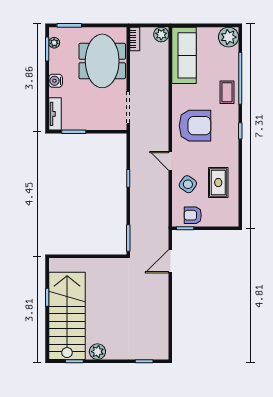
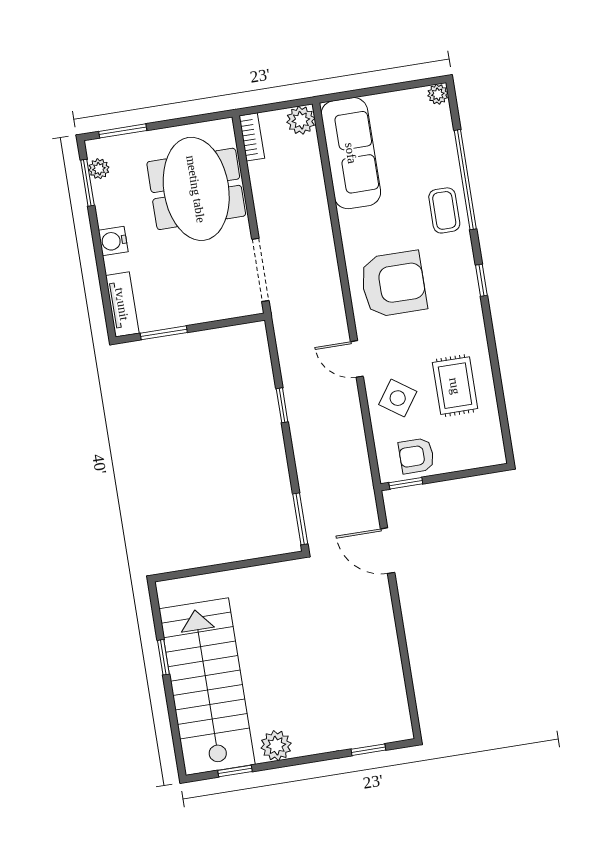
plant: (229, 37) -> (438, 94), width x0.53, depth x0.53
door: (170, 261) -> (388, 551), hinge flipped

